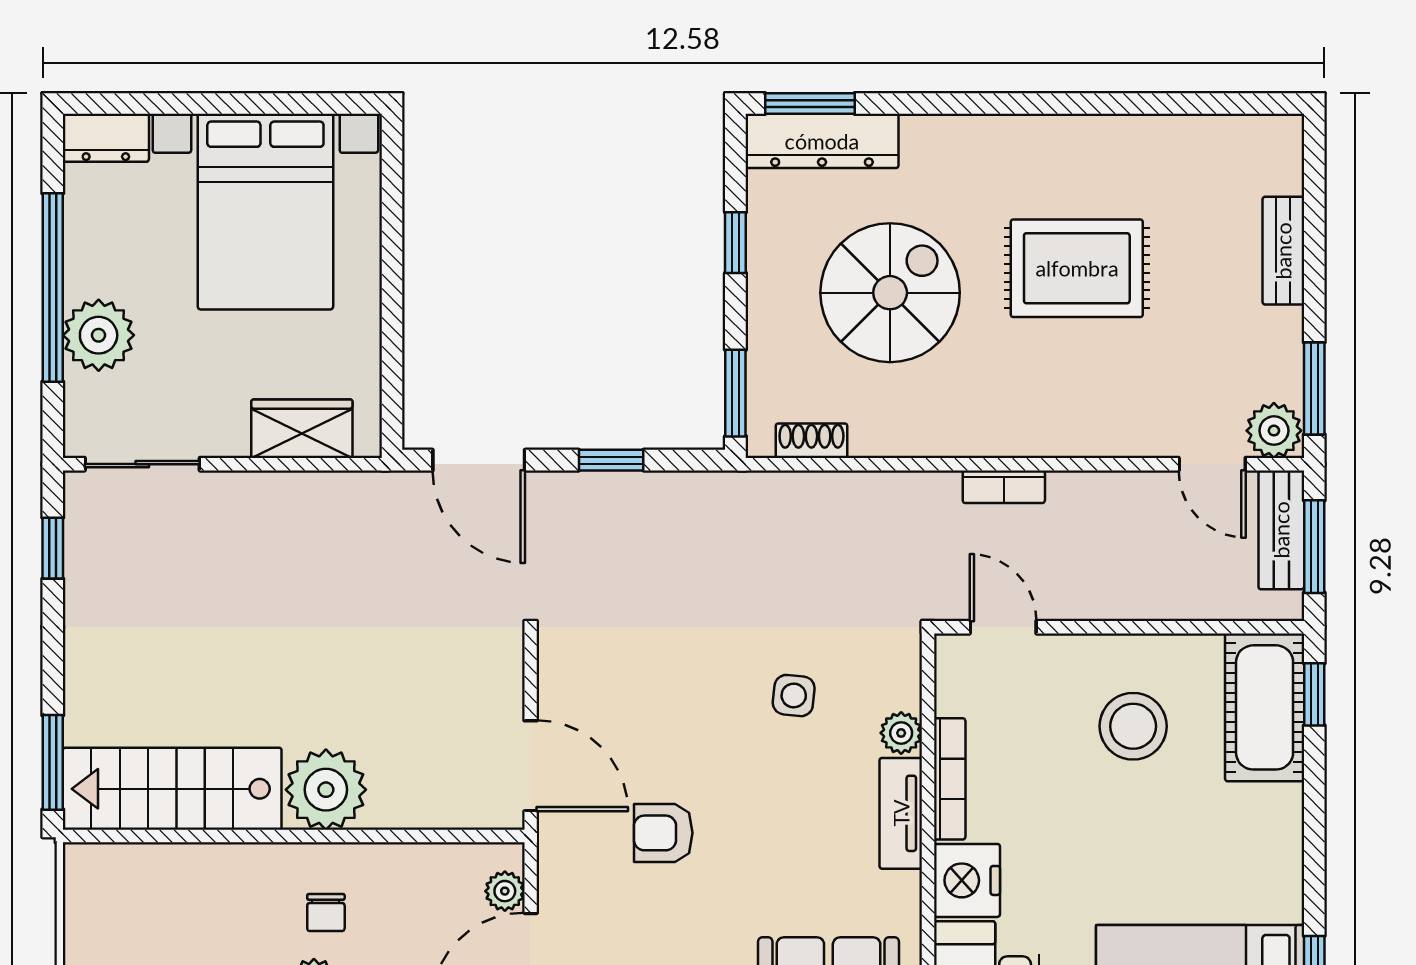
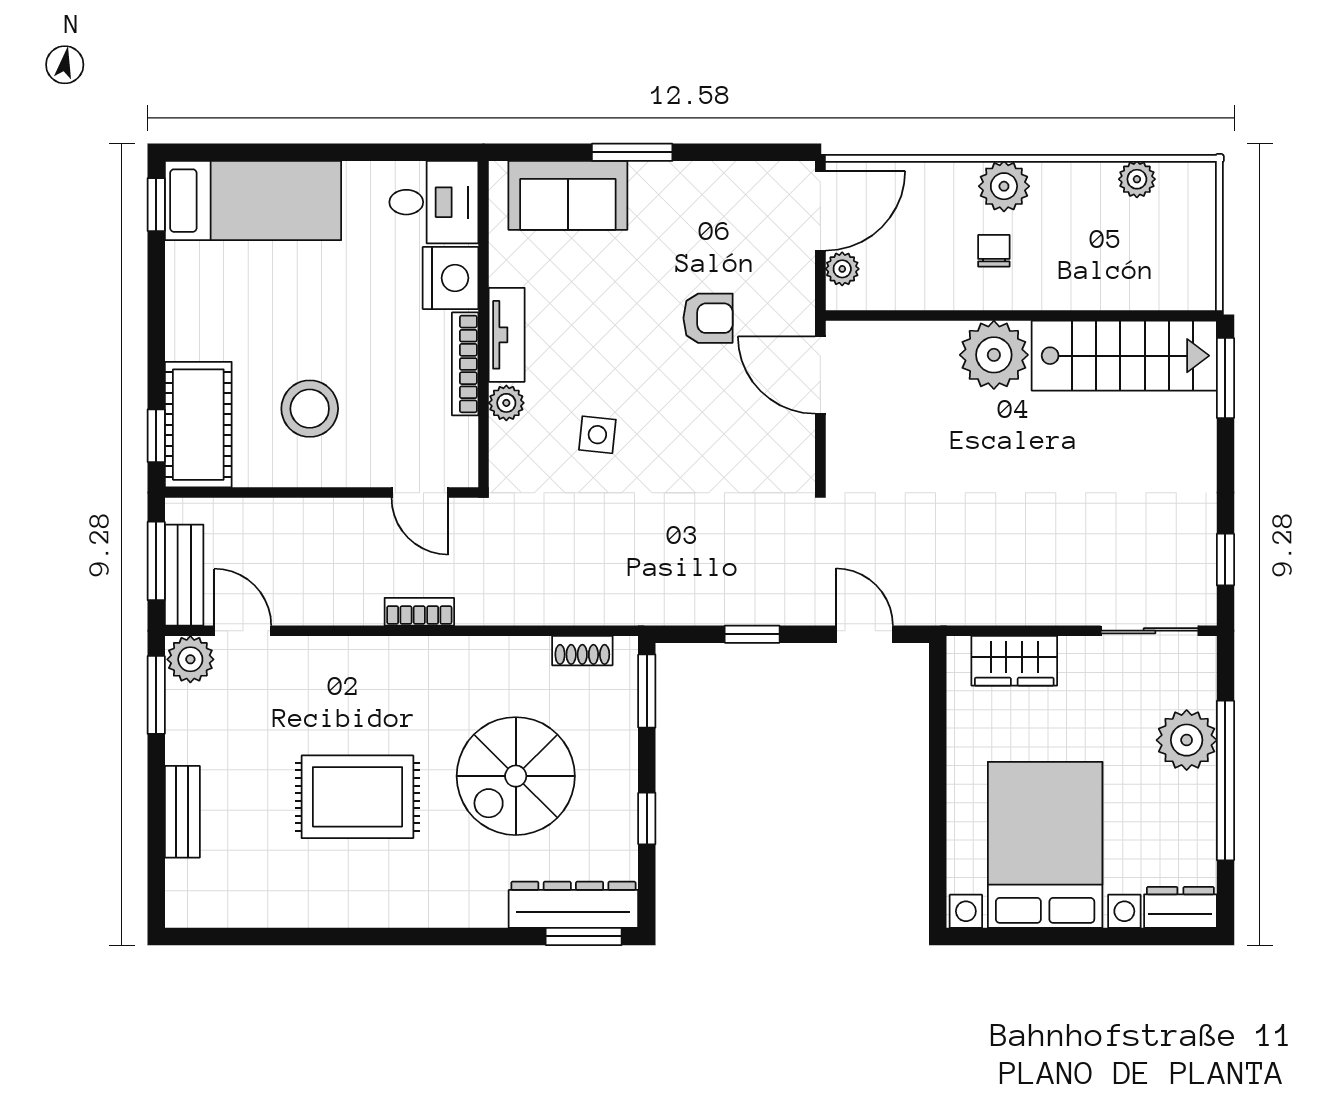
door: (479, 460) -> (864, 634), width x0.73

